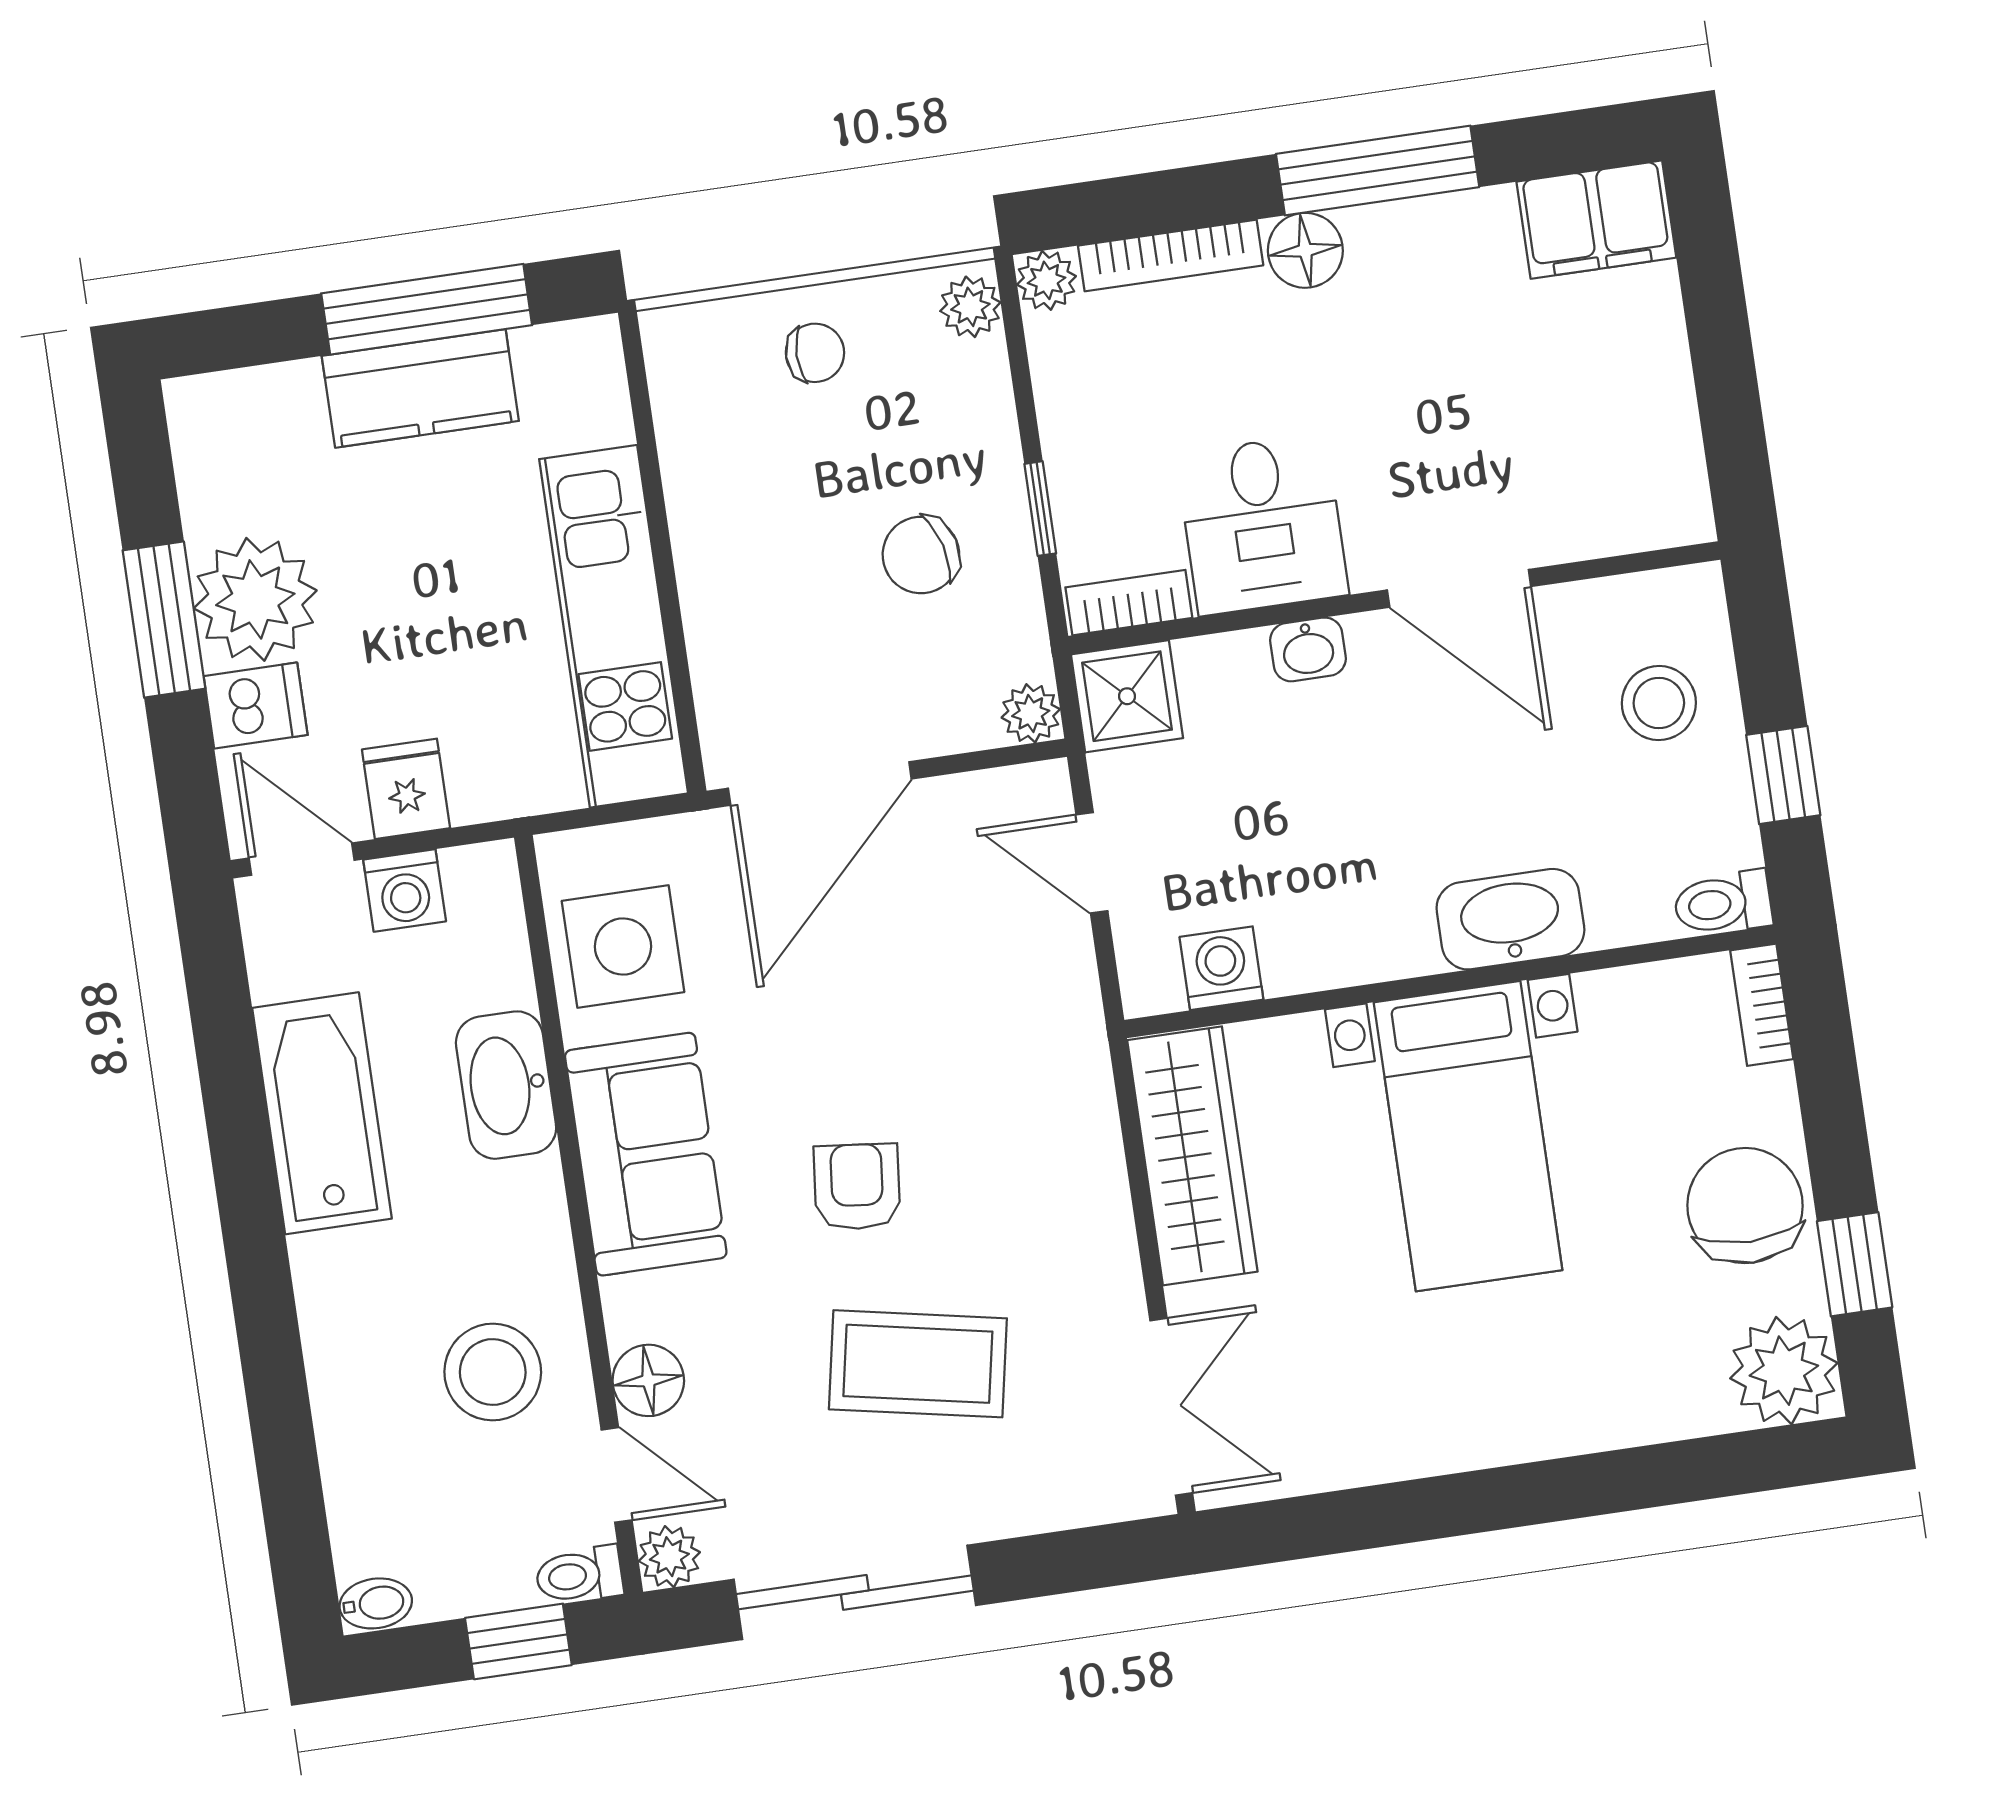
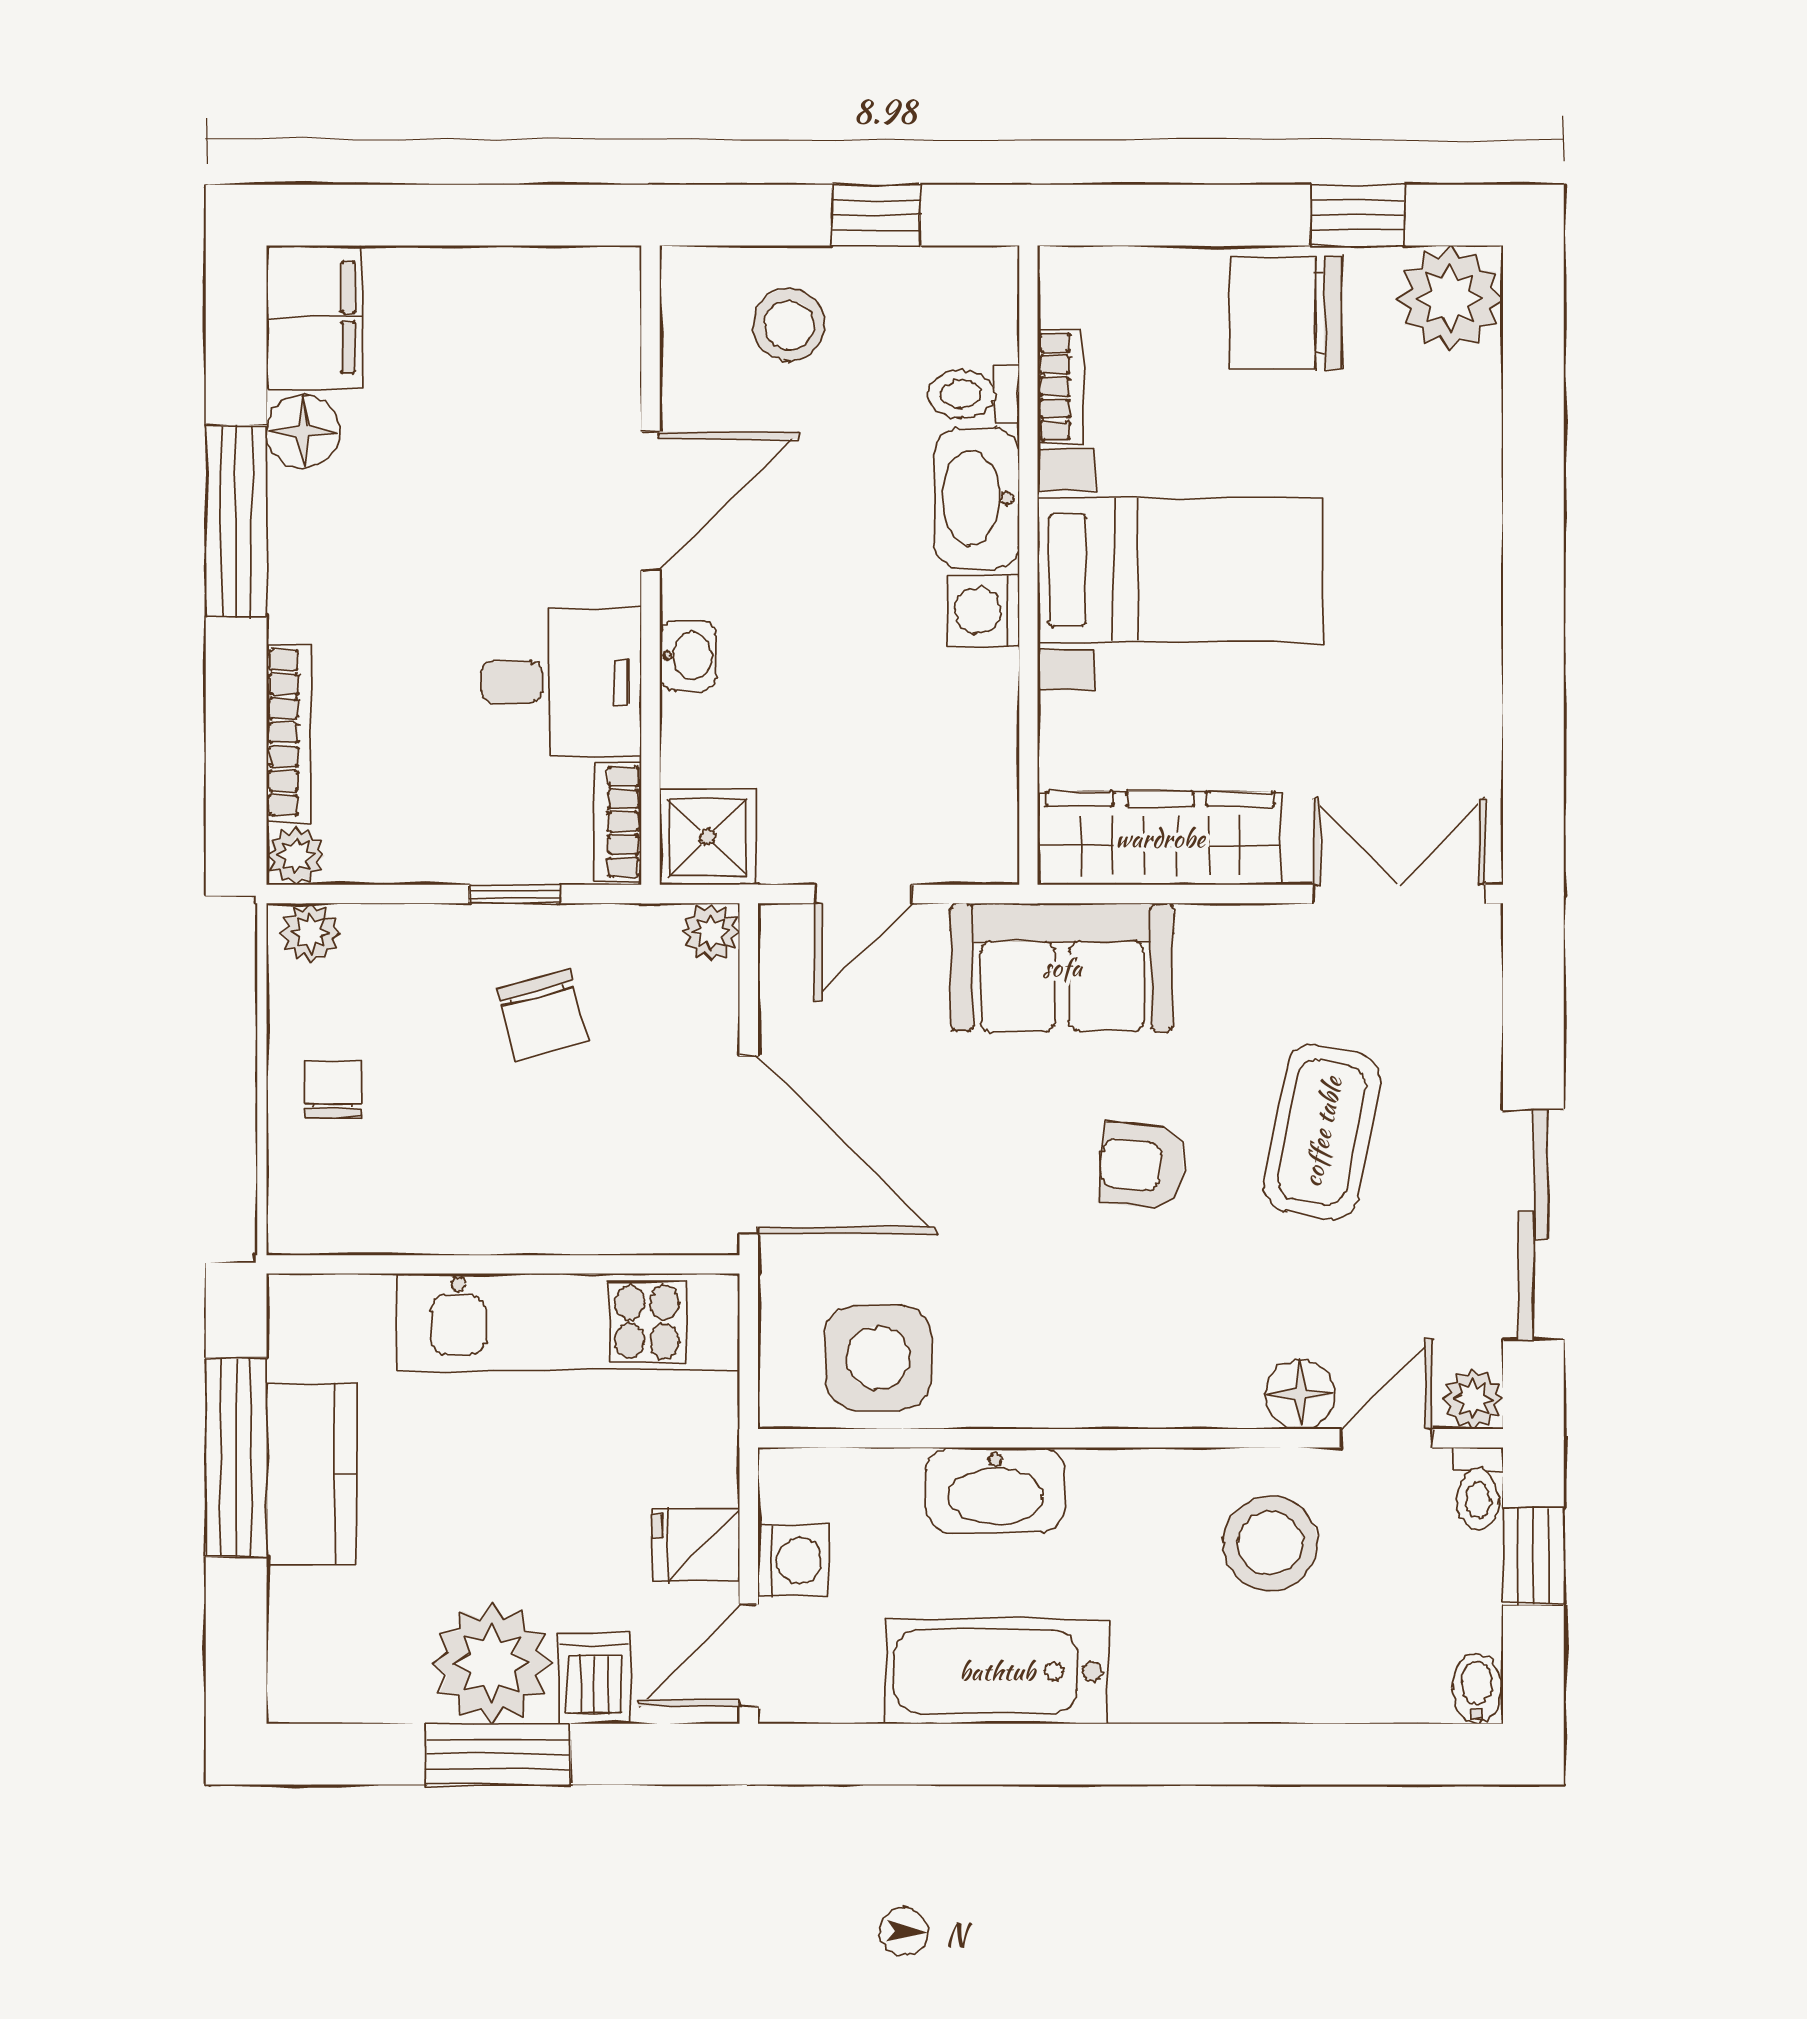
floor lamp: (1305, 250) -> (303, 432), moved
toilet: (1723, 903) -> (973, 394), moved, turned 90
washing machine: (1221, 968) -> (983, 610), moved
bookcase: (1762, 1005) -> (1060, 386), moved, turned -90
sofa: (646, 1154) -> (1062, 967), moved, turned 180

